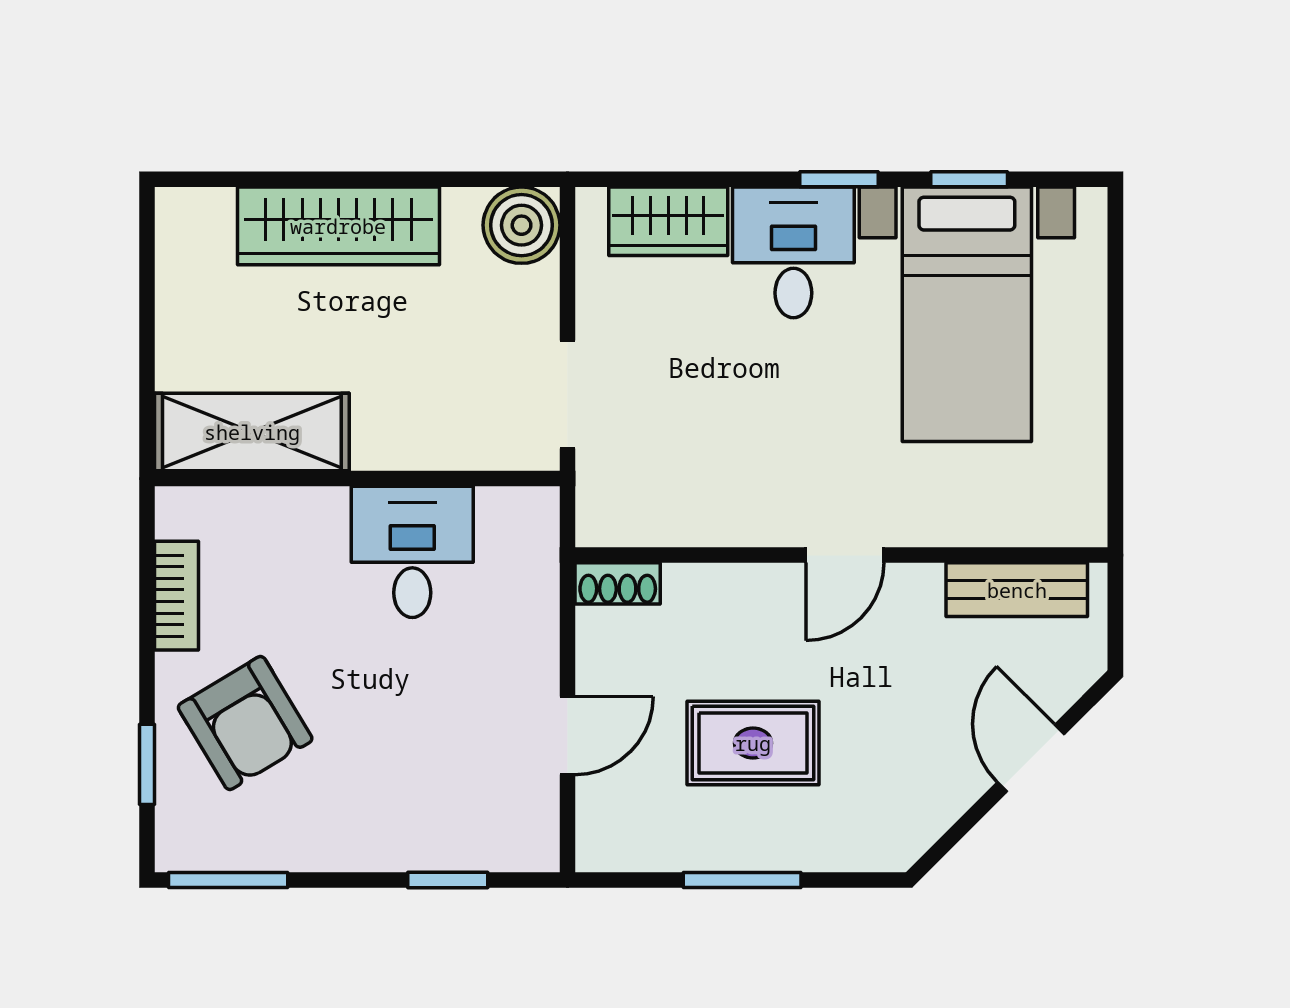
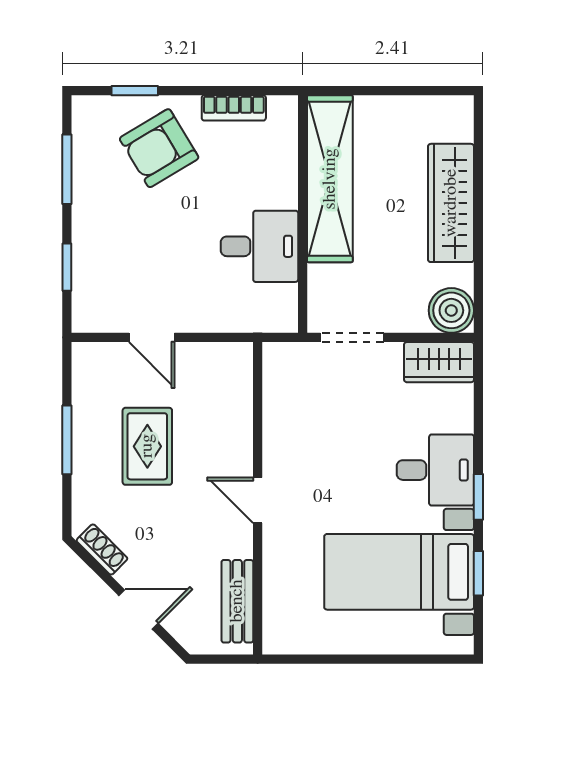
wardrobe: (668, 221) -> (439, 362), moved, turned -90
shelving: (252, 432) -> (330, 179), width x1.47
shoe rack: (618, 583) -> (102, 549), moved, turned 135
window: (228, 880) -> (67, 169), moved

